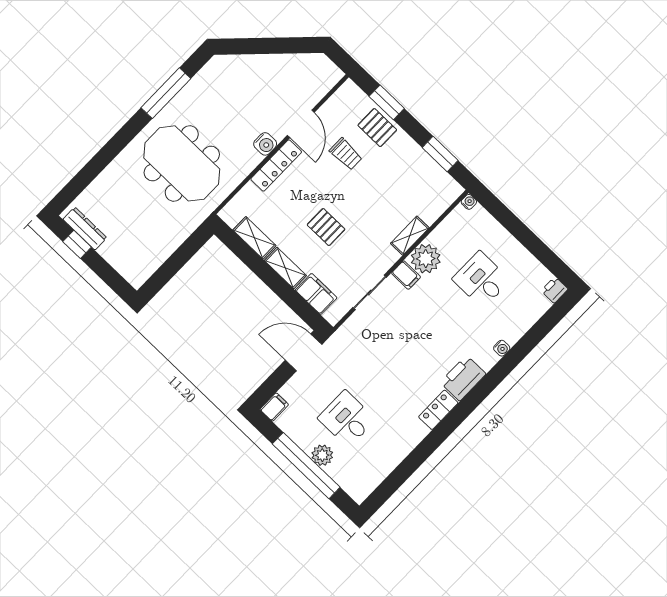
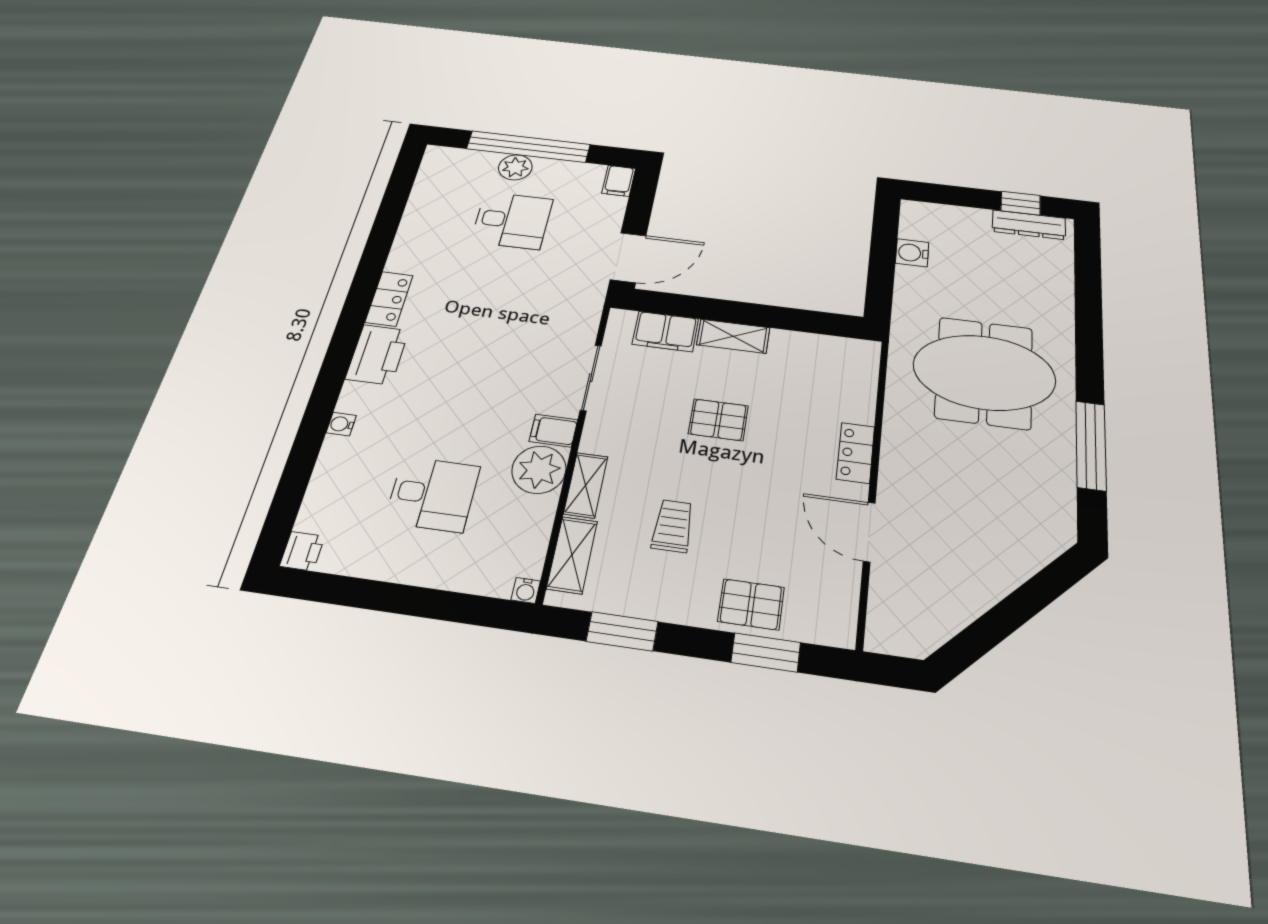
water cooler: (265, 144) -> (912, 253), moved
trolley: (346, 154) -> (673, 526), moved, turned 90
locker: (276, 166) -> (856, 453), width x0.66
shelving: (254, 238) -> (572, 555), moved, turned 90

